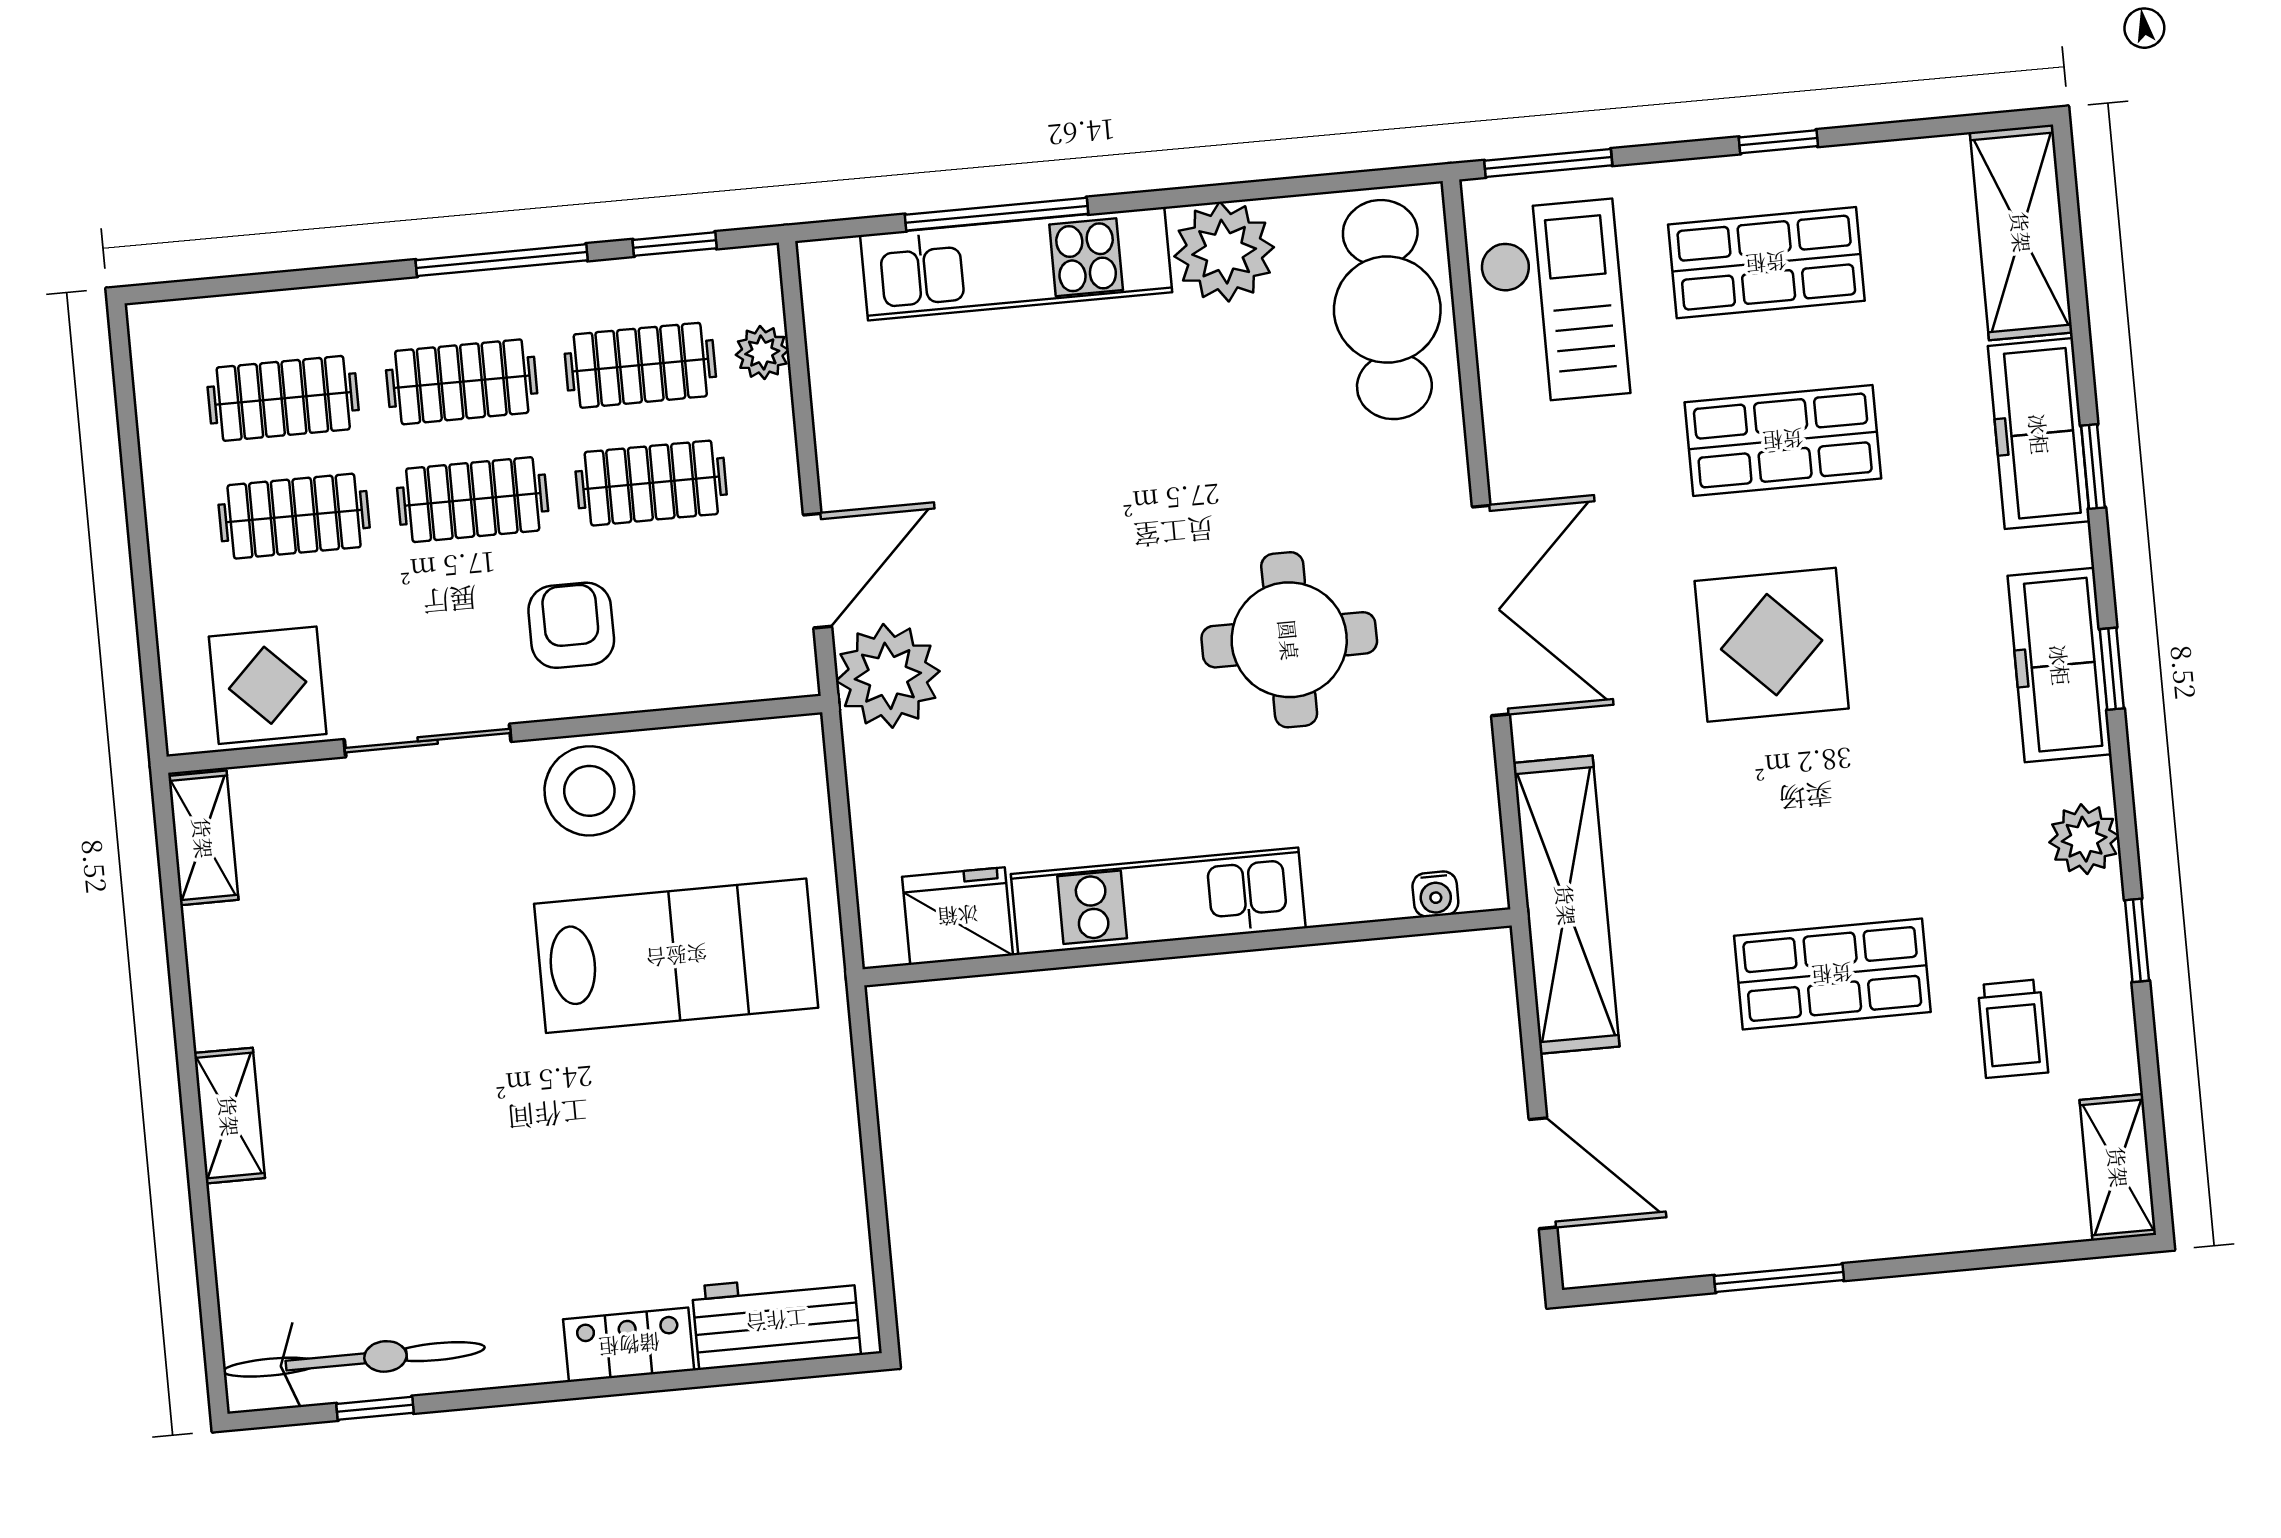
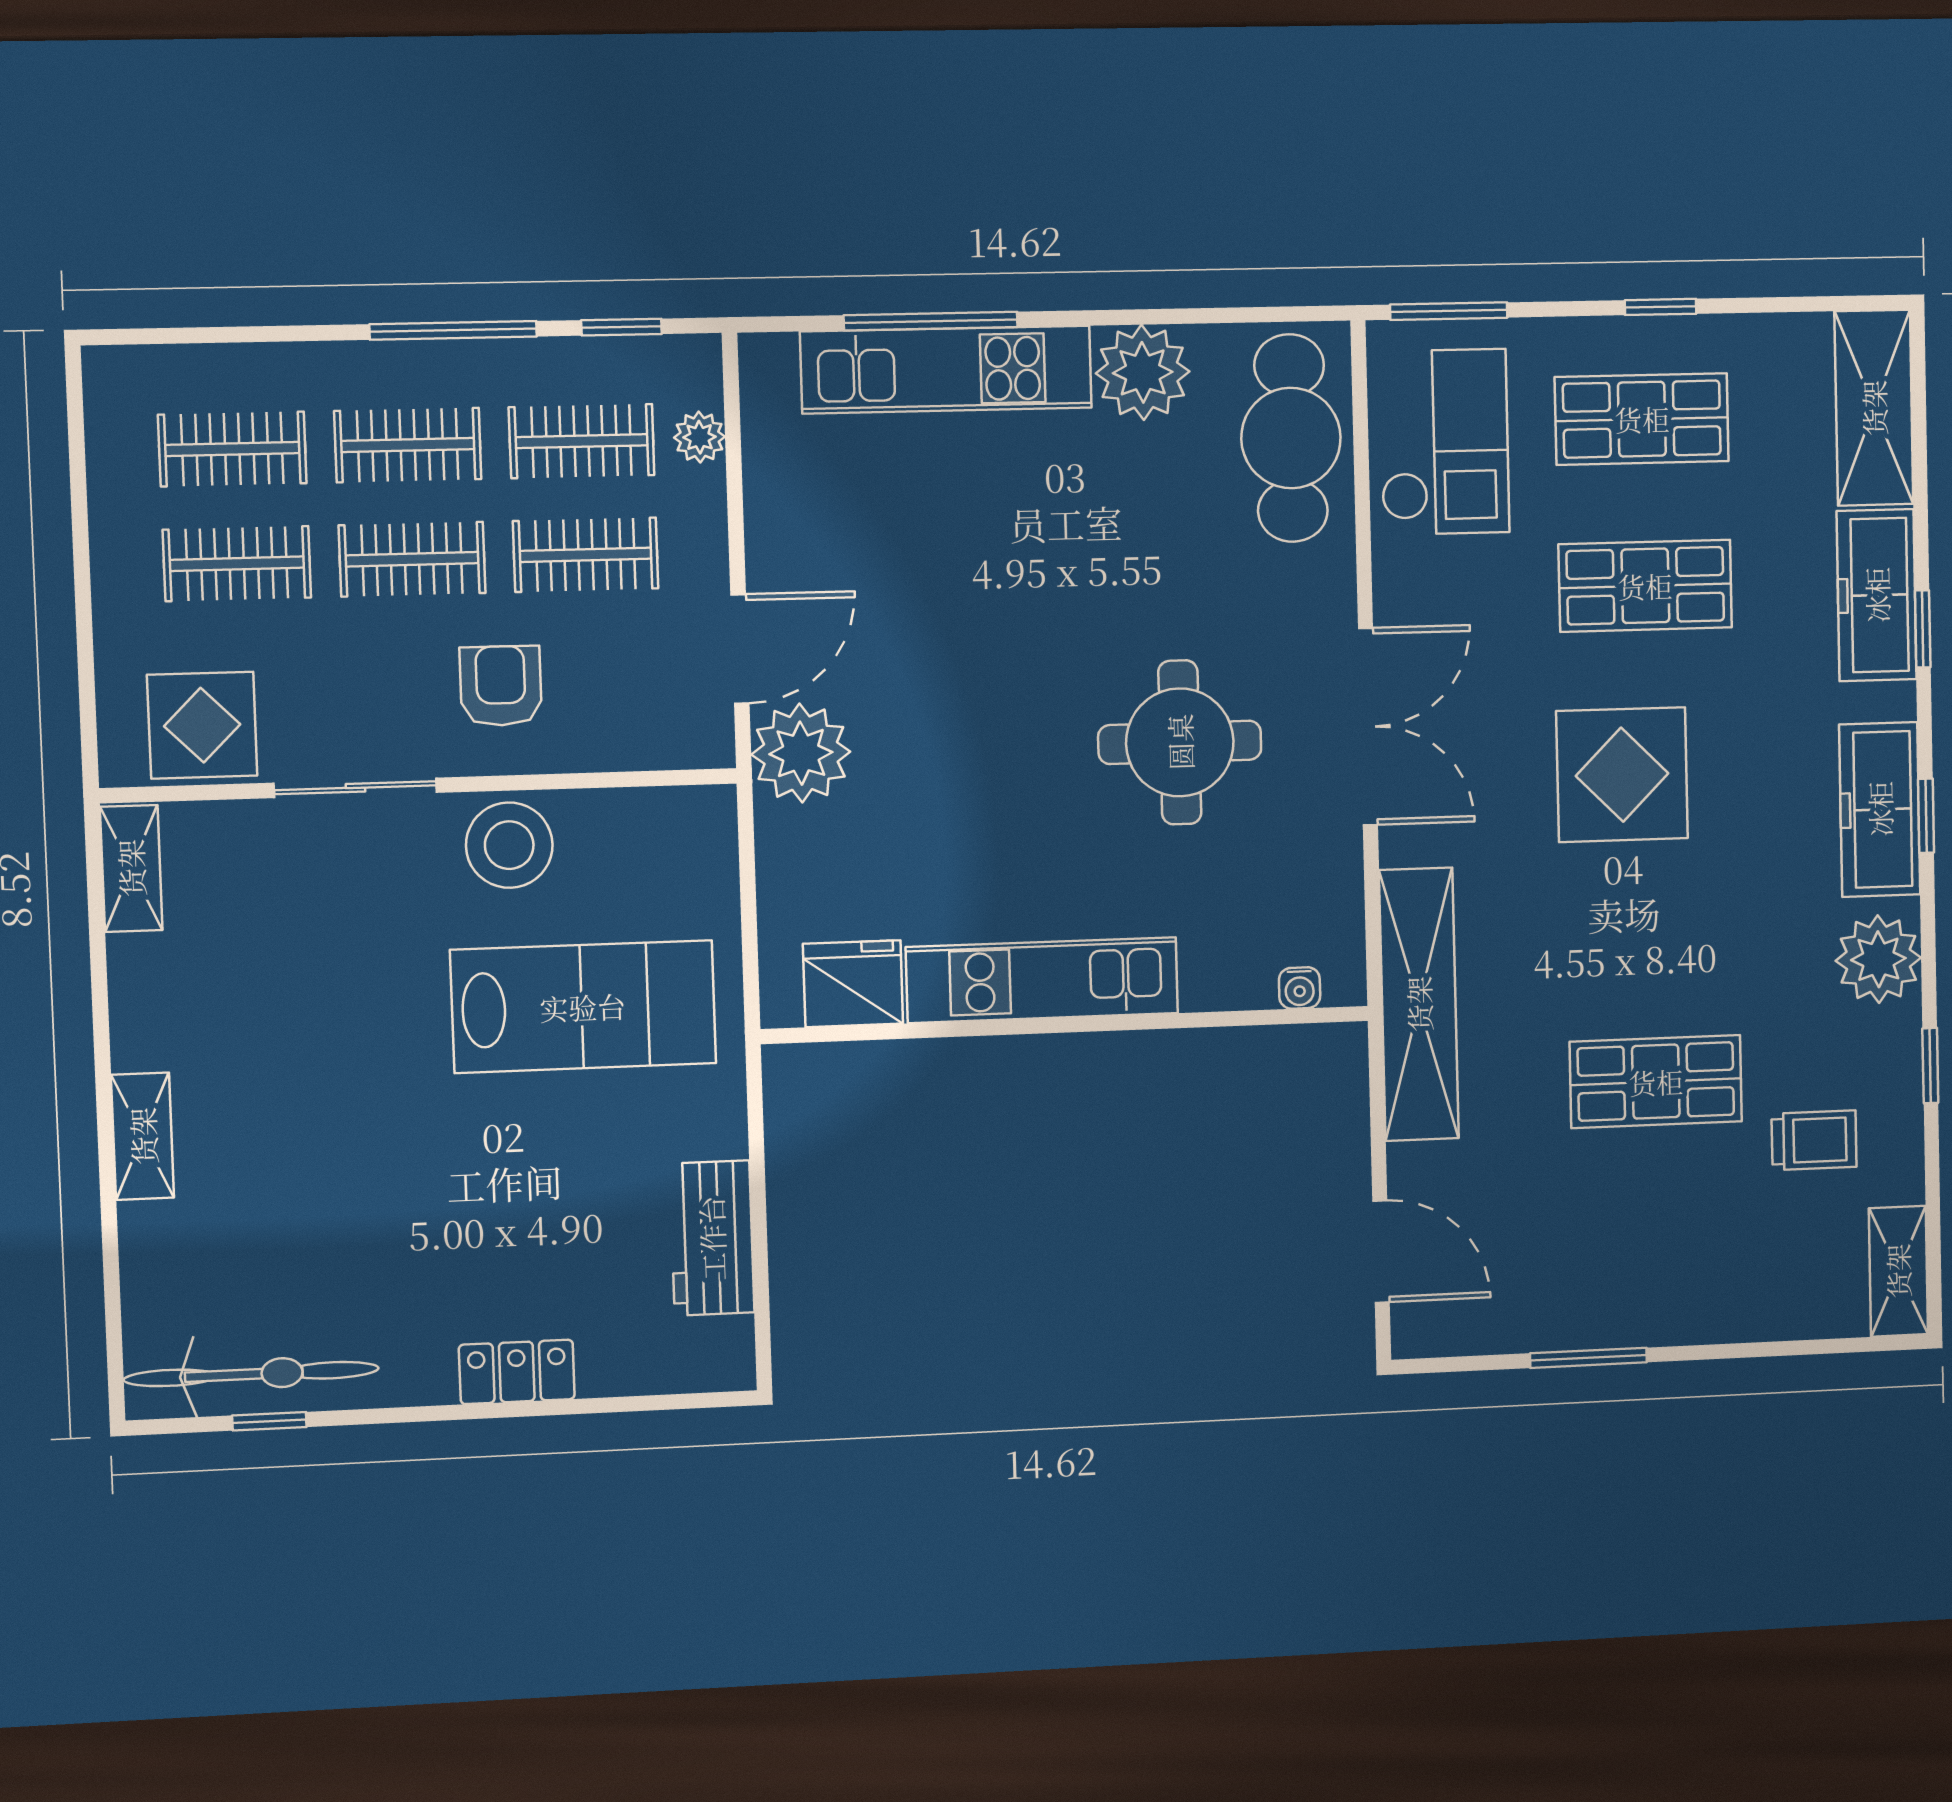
plant: (2084, 839) -> (1878, 959), width x1.36, depth x1.36
trolley: (2013, 1029) -> (1814, 1140), turned -90
workbench: (776, 1321) -> (712, 1238), moved, turned -90

